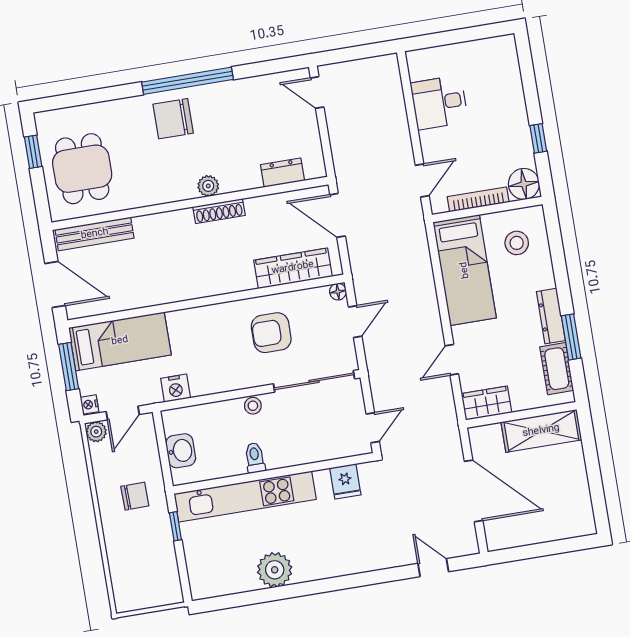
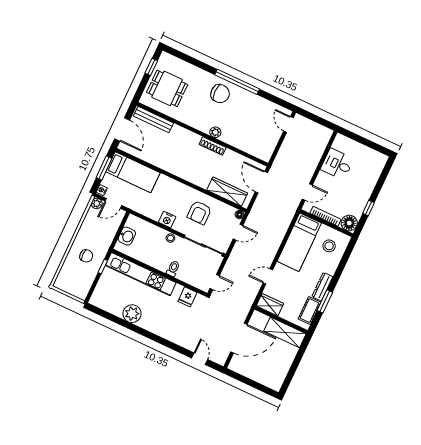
chair: (173, 119) -> (220, 94), turned 180
dining table: (82, 169) -> (167, 88), turned 90
dresser: (283, 173) -> (251, 148), removed
armchair: (271, 333) -> (199, 212), turned -90
nightstand: (176, 388) -> (167, 220), moved
toilet: (255, 458) -> (173, 269), moved
door: (474, 491) -> (239, 338), hinge flipped
chair: (135, 496) -> (86, 256), moved

